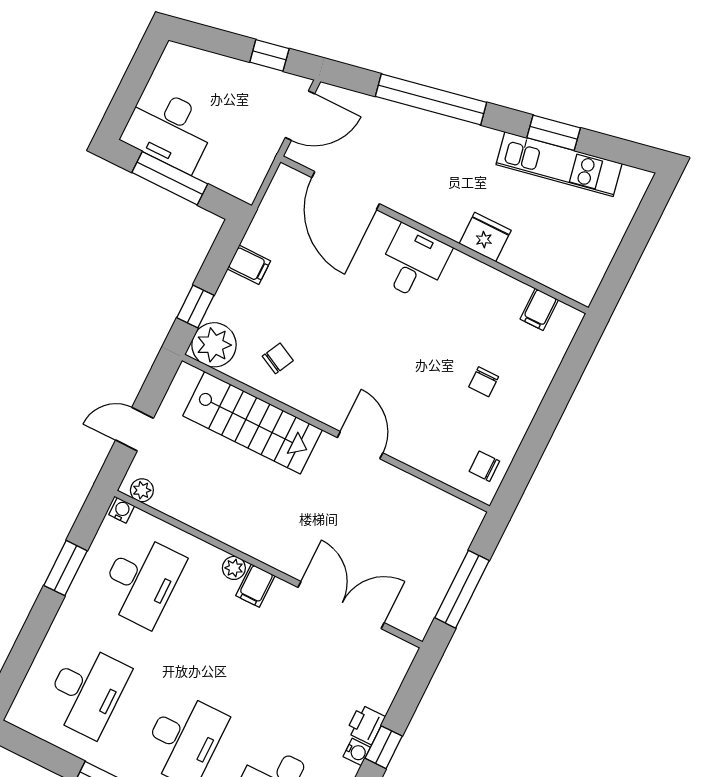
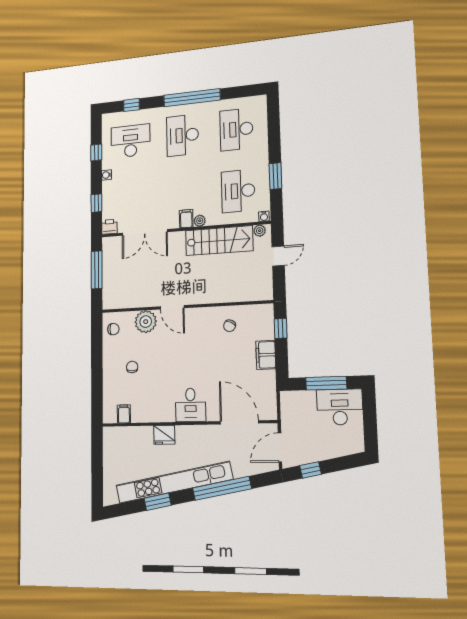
kitchen unit: (559, 164) -> (174, 482), width x1.86
filing cabinet: (249, 265) -> (266, 355), width x2.00
plant: (214, 345) -> (146, 322), moved
stairs: (253, 423) -> (219, 241), moved, turned 180
printer: (366, 725) -> (109, 227), moved, turned -90
window: (384, 747) -> (96, 203), moved

